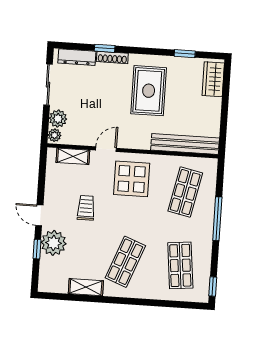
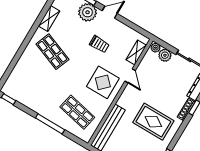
shop shelf: (180, 265) -> (32, 85), removed

